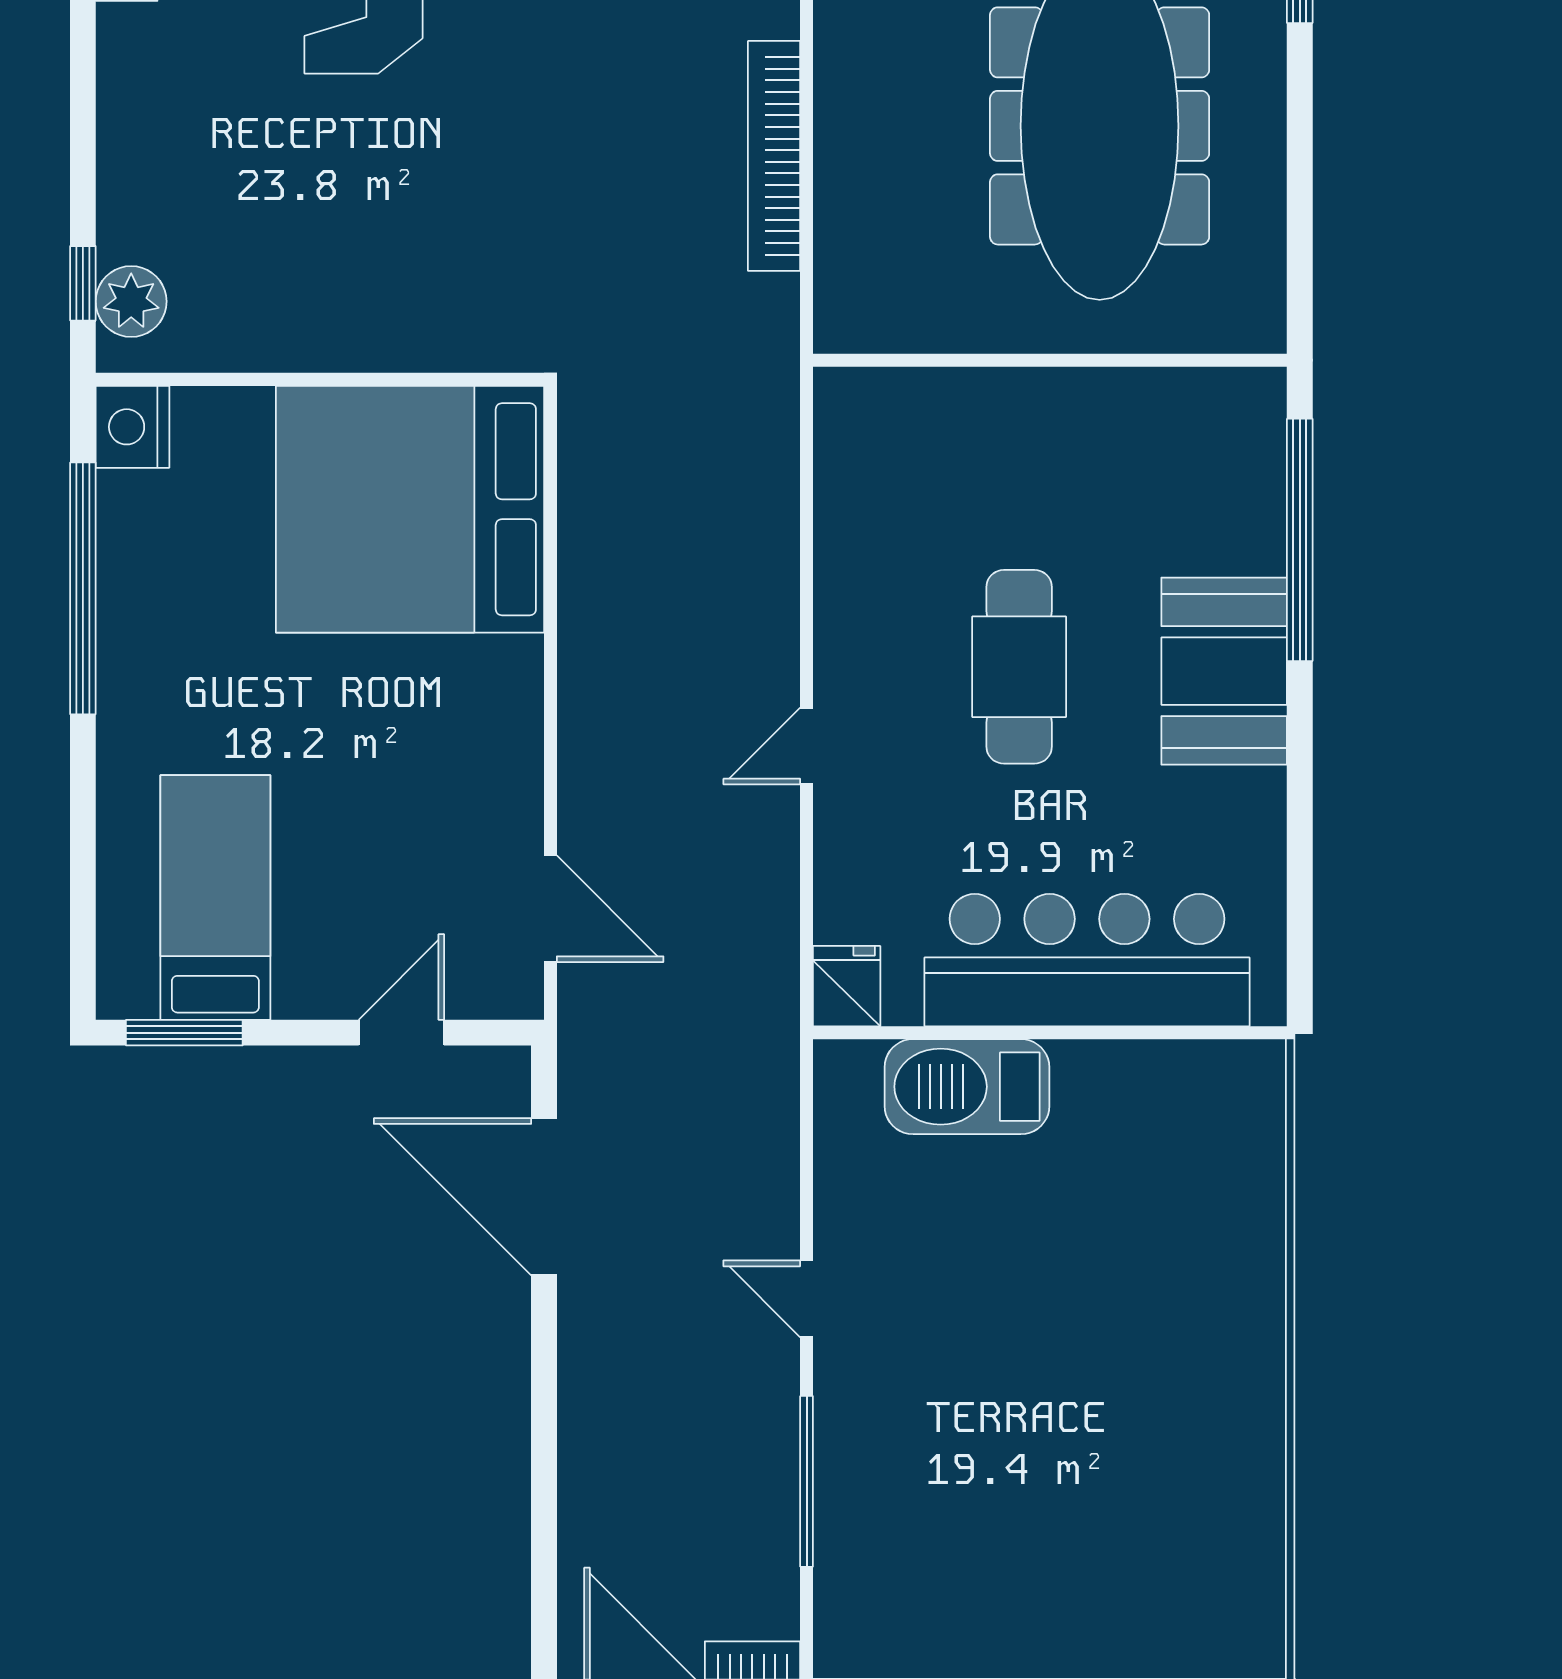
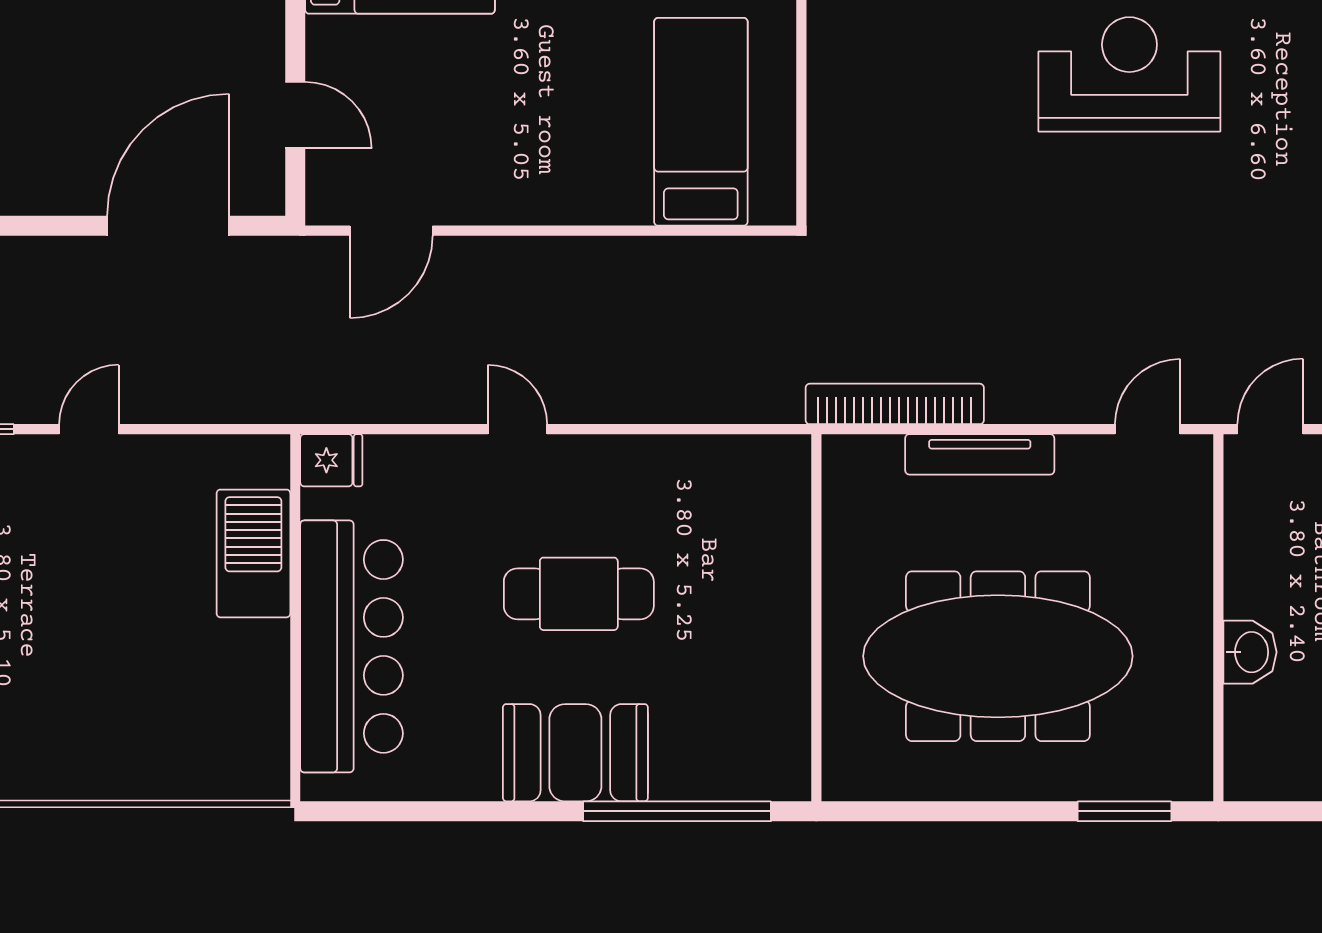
tv unit: (839, 149) -> (980, 454), added
bookcase: (774, 156) -> (895, 404), moved
bed: (410, 509) -> (701, 122), width x0.49

